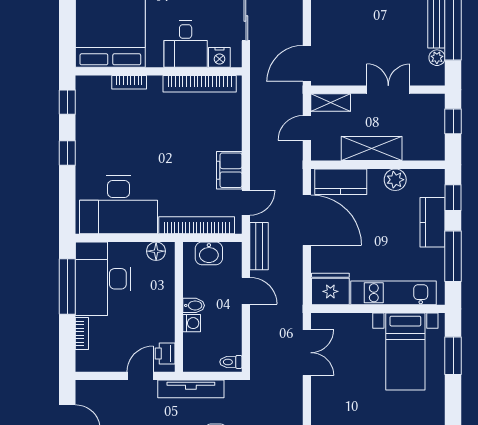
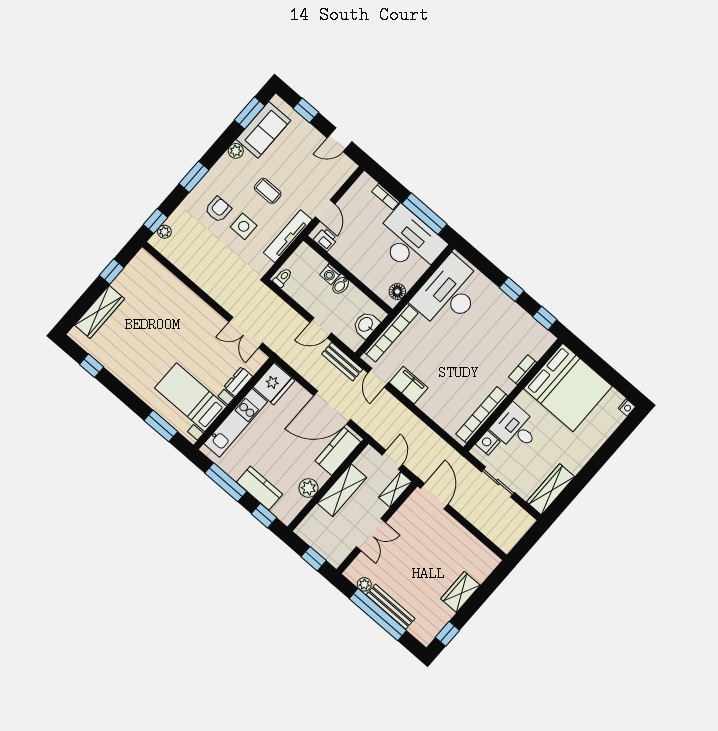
dresser: (356, 322) -> (238, 382), added

